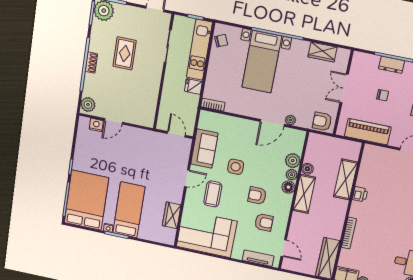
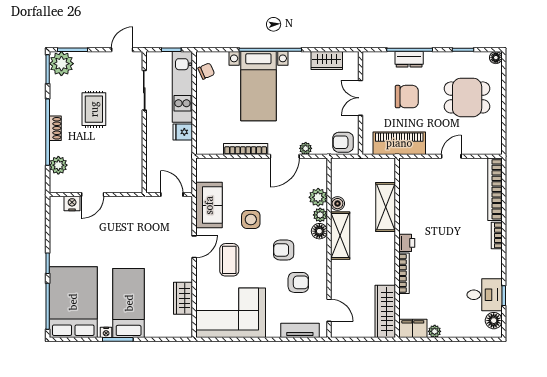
chair: (383, 95) -> (407, 97), width x1.87, depth x1.87
plant: (88, 105) -> (58, 165), moved
bookcase: (213, 105) -> (246, 149), moved, width x1.56
printer: (360, 194) -> (407, 243), moved

